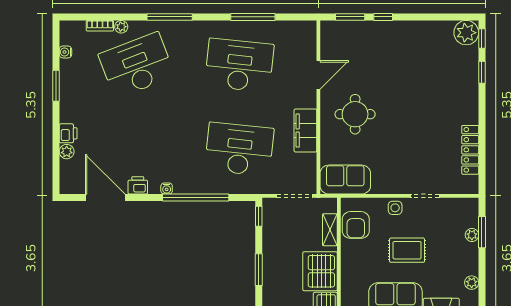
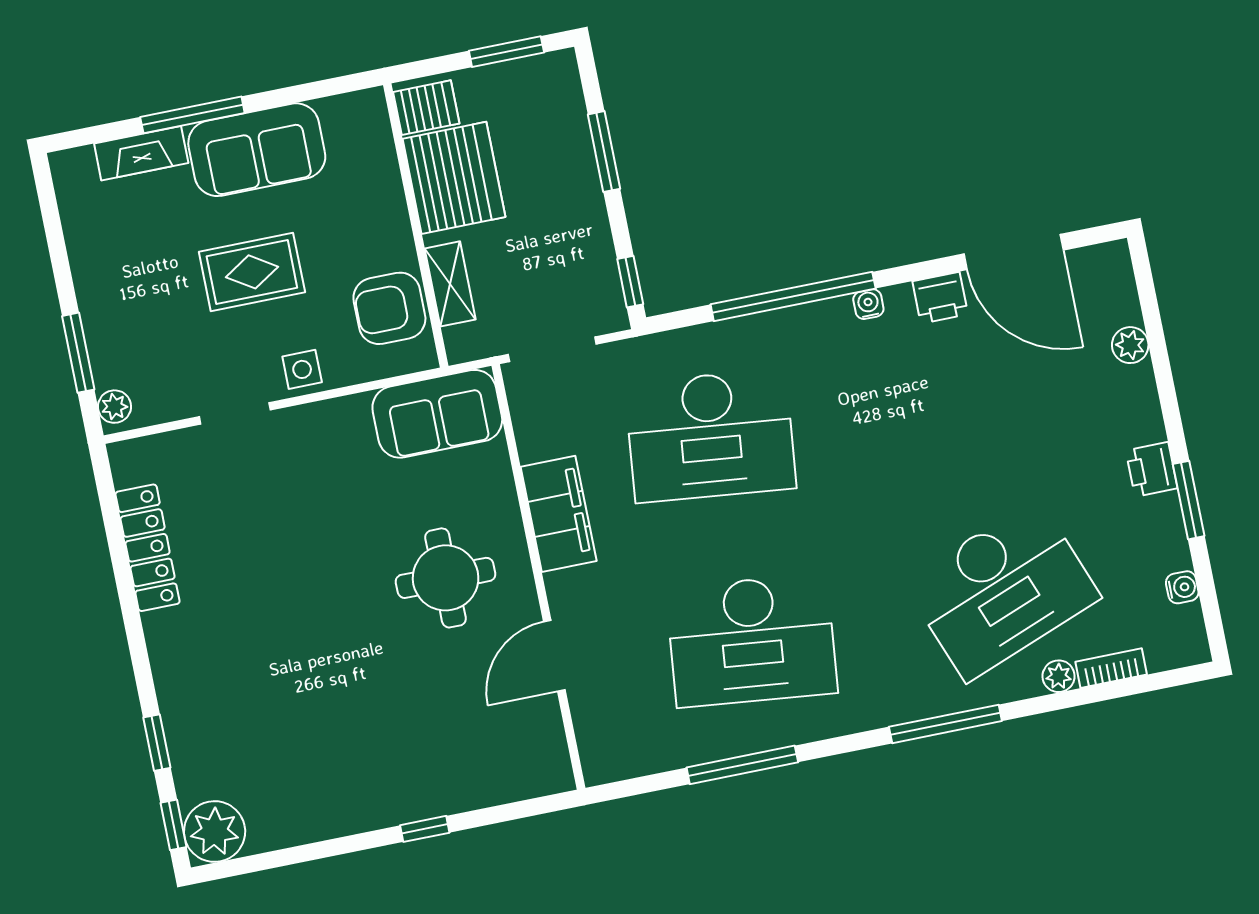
window: (350, 17) -> (505, 813), removed
printer: (68, 133) -> (1152, 469), moved
armchair: (356, 225) -> (389, 308), turned -90
plant: (472, 235) -> (115, 407), moved
plant: (472, 283) -> (79, 225), removed

